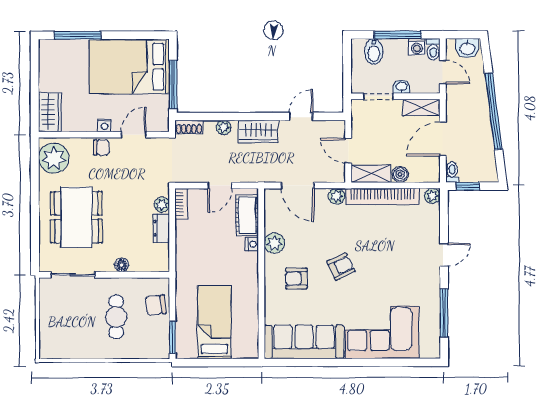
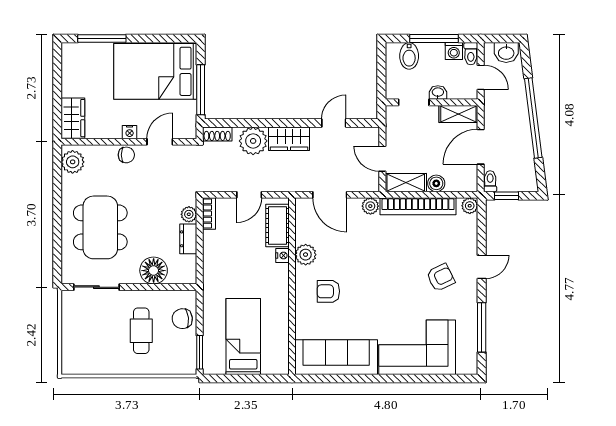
plant: (224, 127) -> (253, 141), width x1.87, depth x1.87
plant: (54, 158) -> (73, 162), width x0.73, depth x0.73
floor lamp: (122, 265) -> (154, 271), width x1.89, depth x1.89
armchair: (341, 266) -> (441, 278), moved

